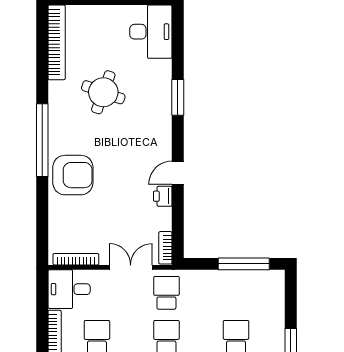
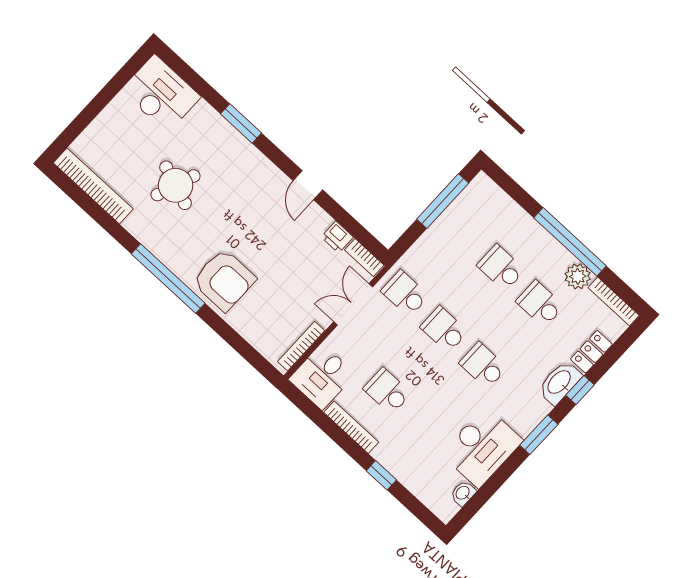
armchair: (73, 175) -> (224, 280), turned 90
printer: (163, 196) -> (337, 237), moved

